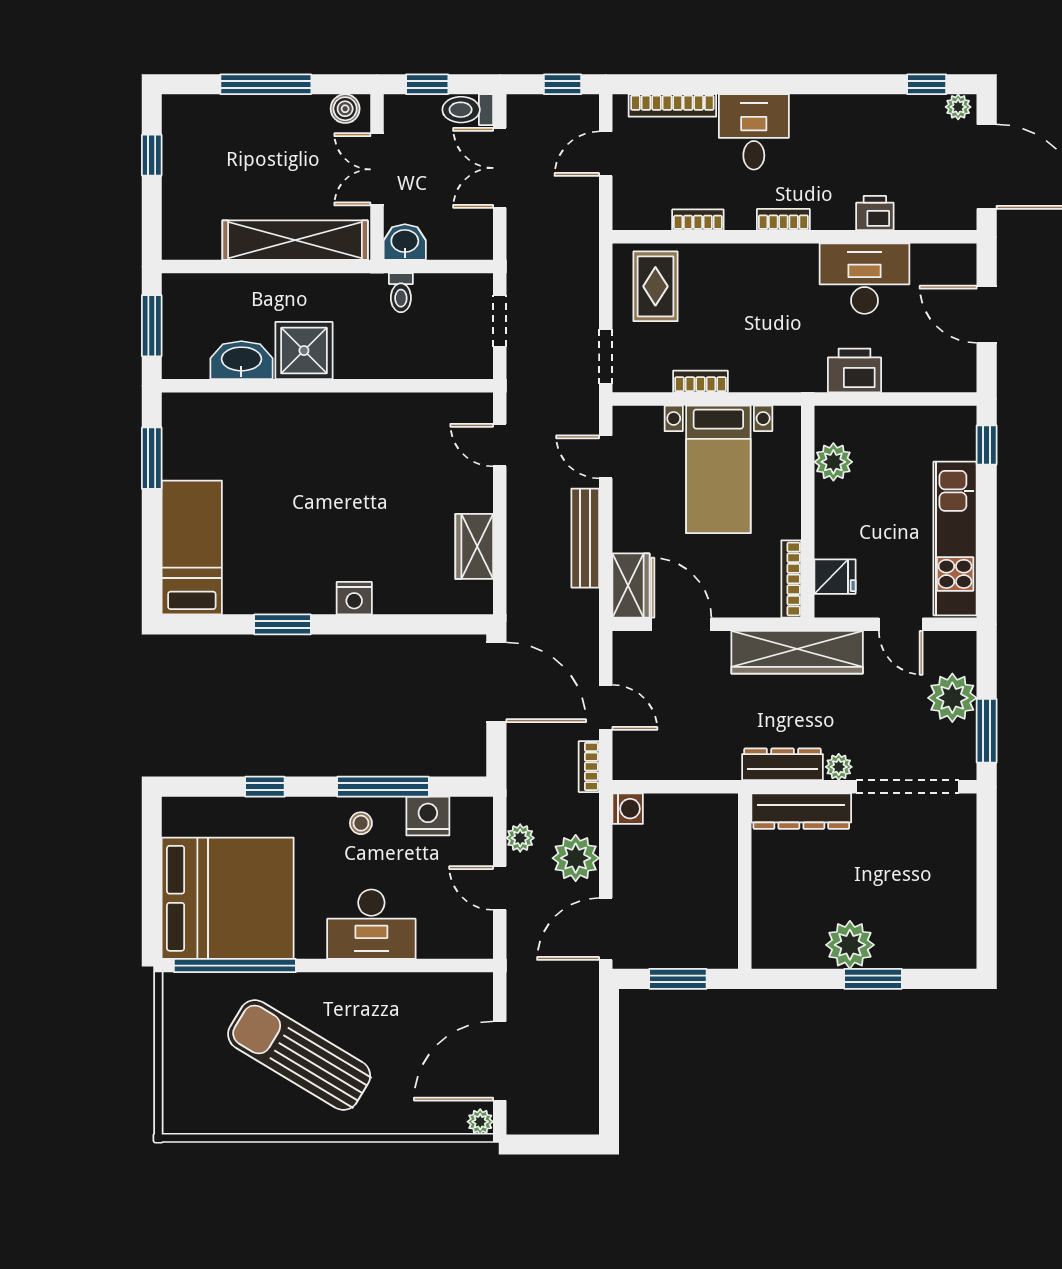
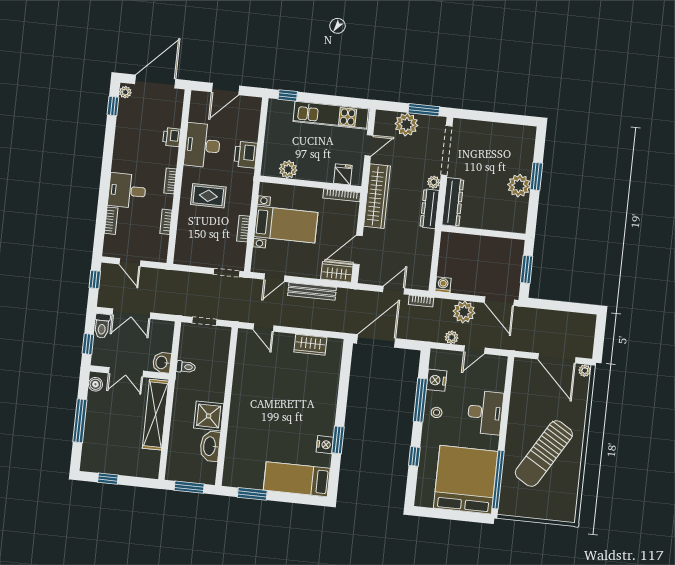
bookcase: (672, 105) -> (111, 221), width x0.64
rug: (655, 286) -> (208, 196), moved
door: (500, 445) -> (263, 327), hinge flipped
nightstand: (354, 598) -> (325, 445), moved

